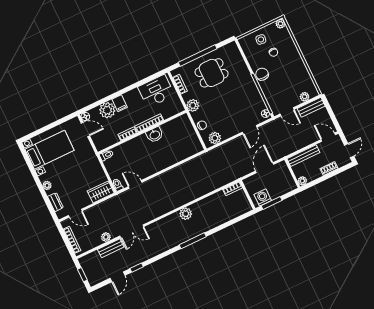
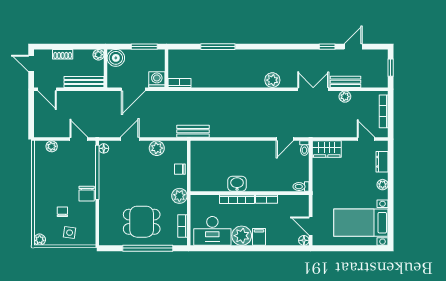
bench: (311, 107) -> (193, 131), moved
plant: (107, 110) -> (242, 236), moved
plant: (215, 138) -> (157, 148), moved
door: (349, 151) -> (31, 63), hinge flipped
door: (135, 184) -> (285, 139), hinge flipped
boiler: (288, 185) -> (116, 58), added
washing machine: (263, 197) -> (157, 80), moved, turned 180
plant: (186, 214) -> (272, 80), moved
window: (193, 241) -> (218, 47), moved

